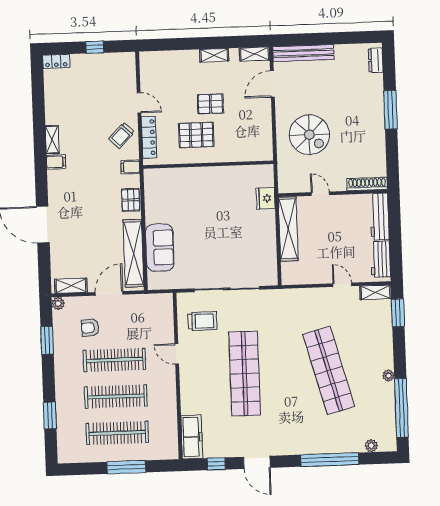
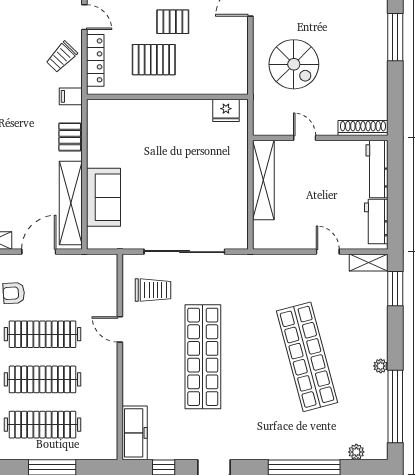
fridge: (266, 198) -> (226, 110), moved, turned -90

